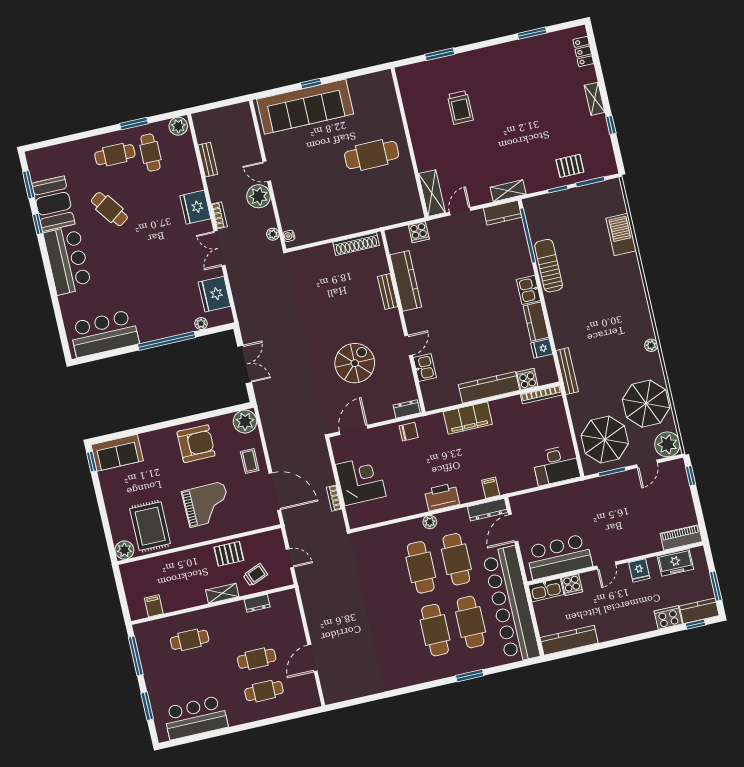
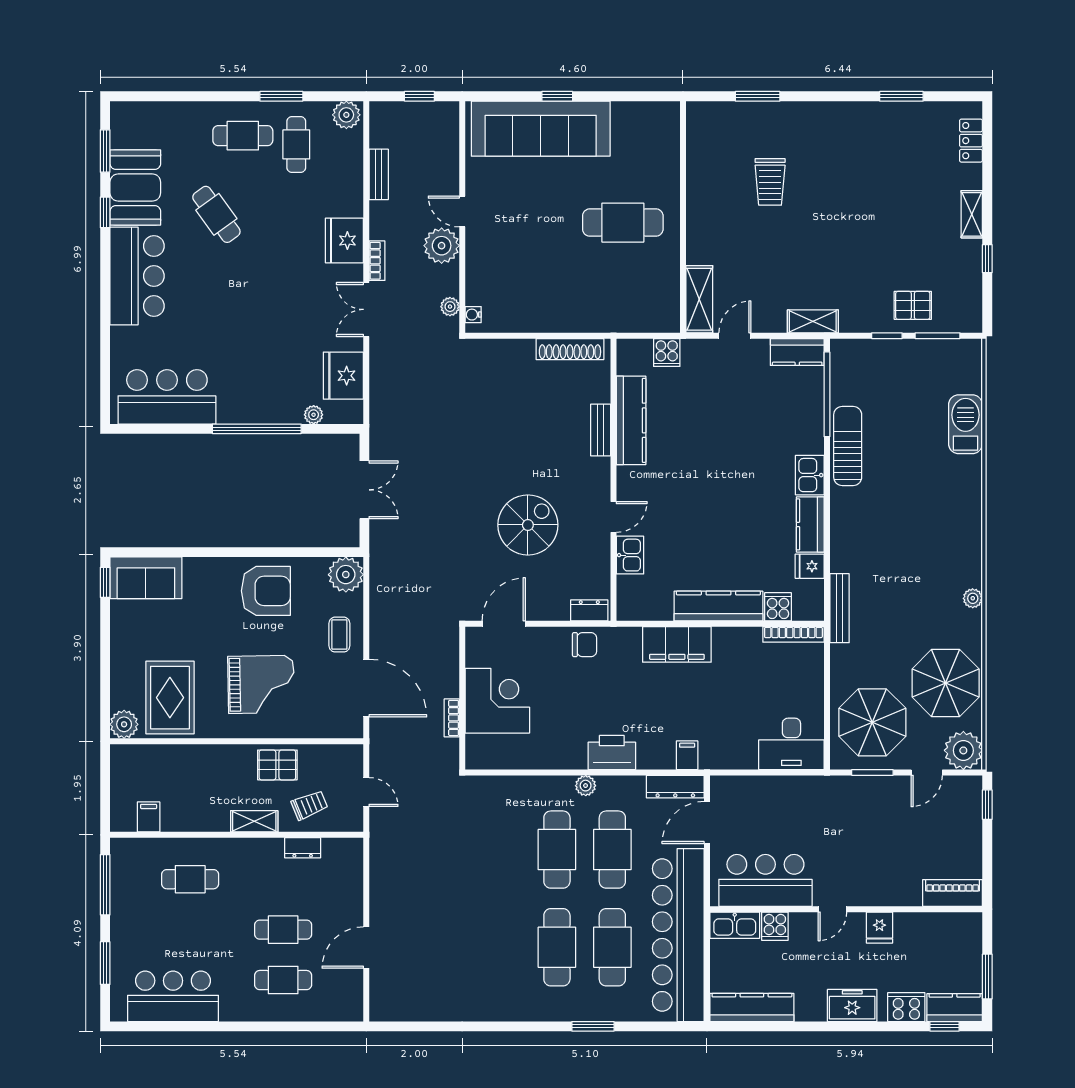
window: (223, 104) -> (419, 96), added
freezer: (675, 563) -> (852, 1005), moved, turned 180

